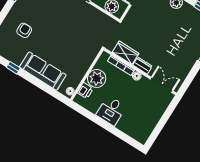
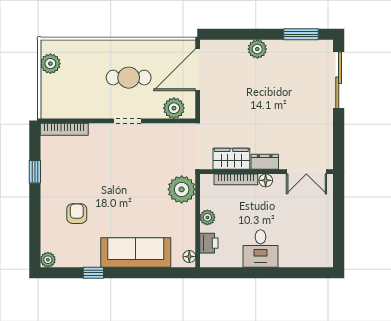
plant: (89, 53) -> (182, 189), added
plant: (97, 78) -> (207, 217), width x0.53, depth x0.53
double door: (162, 85) -> (306, 172), swing flipped

